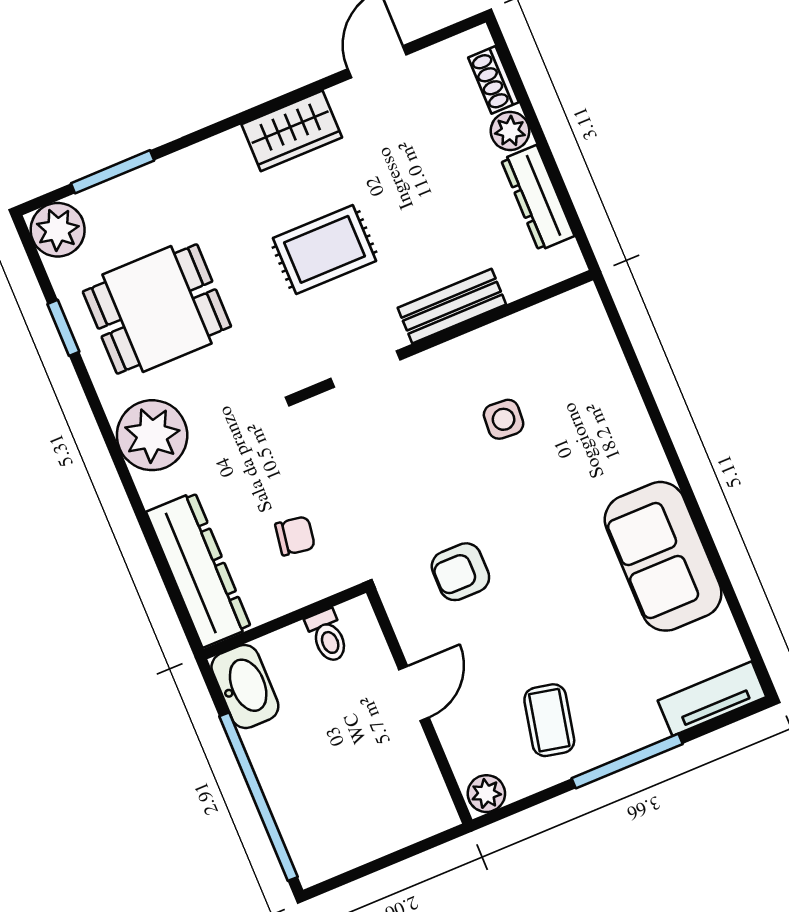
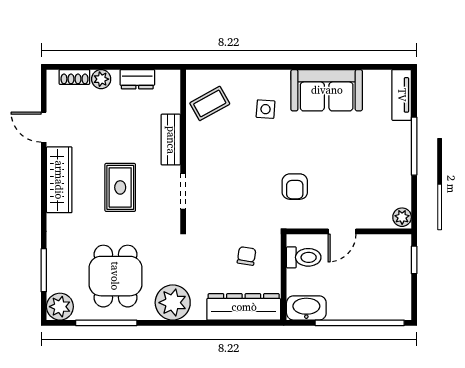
wardrobe: (292, 131) -> (59, 180), width x1.50
dresser: (538, 198) -> (137, 79), width x0.70
window: (63, 328) -> (106, 323), width x2.17
side table: (504, 419) -> (266, 109), moved
toilet: (327, 636) -> (304, 257), width x1.37, depth x1.39
door: (414, 693) -> (342, 231), swing flipped
coffee table: (549, 720) -> (210, 103), moved, turned -41
window: (417, 849) -> (414, 260), added

